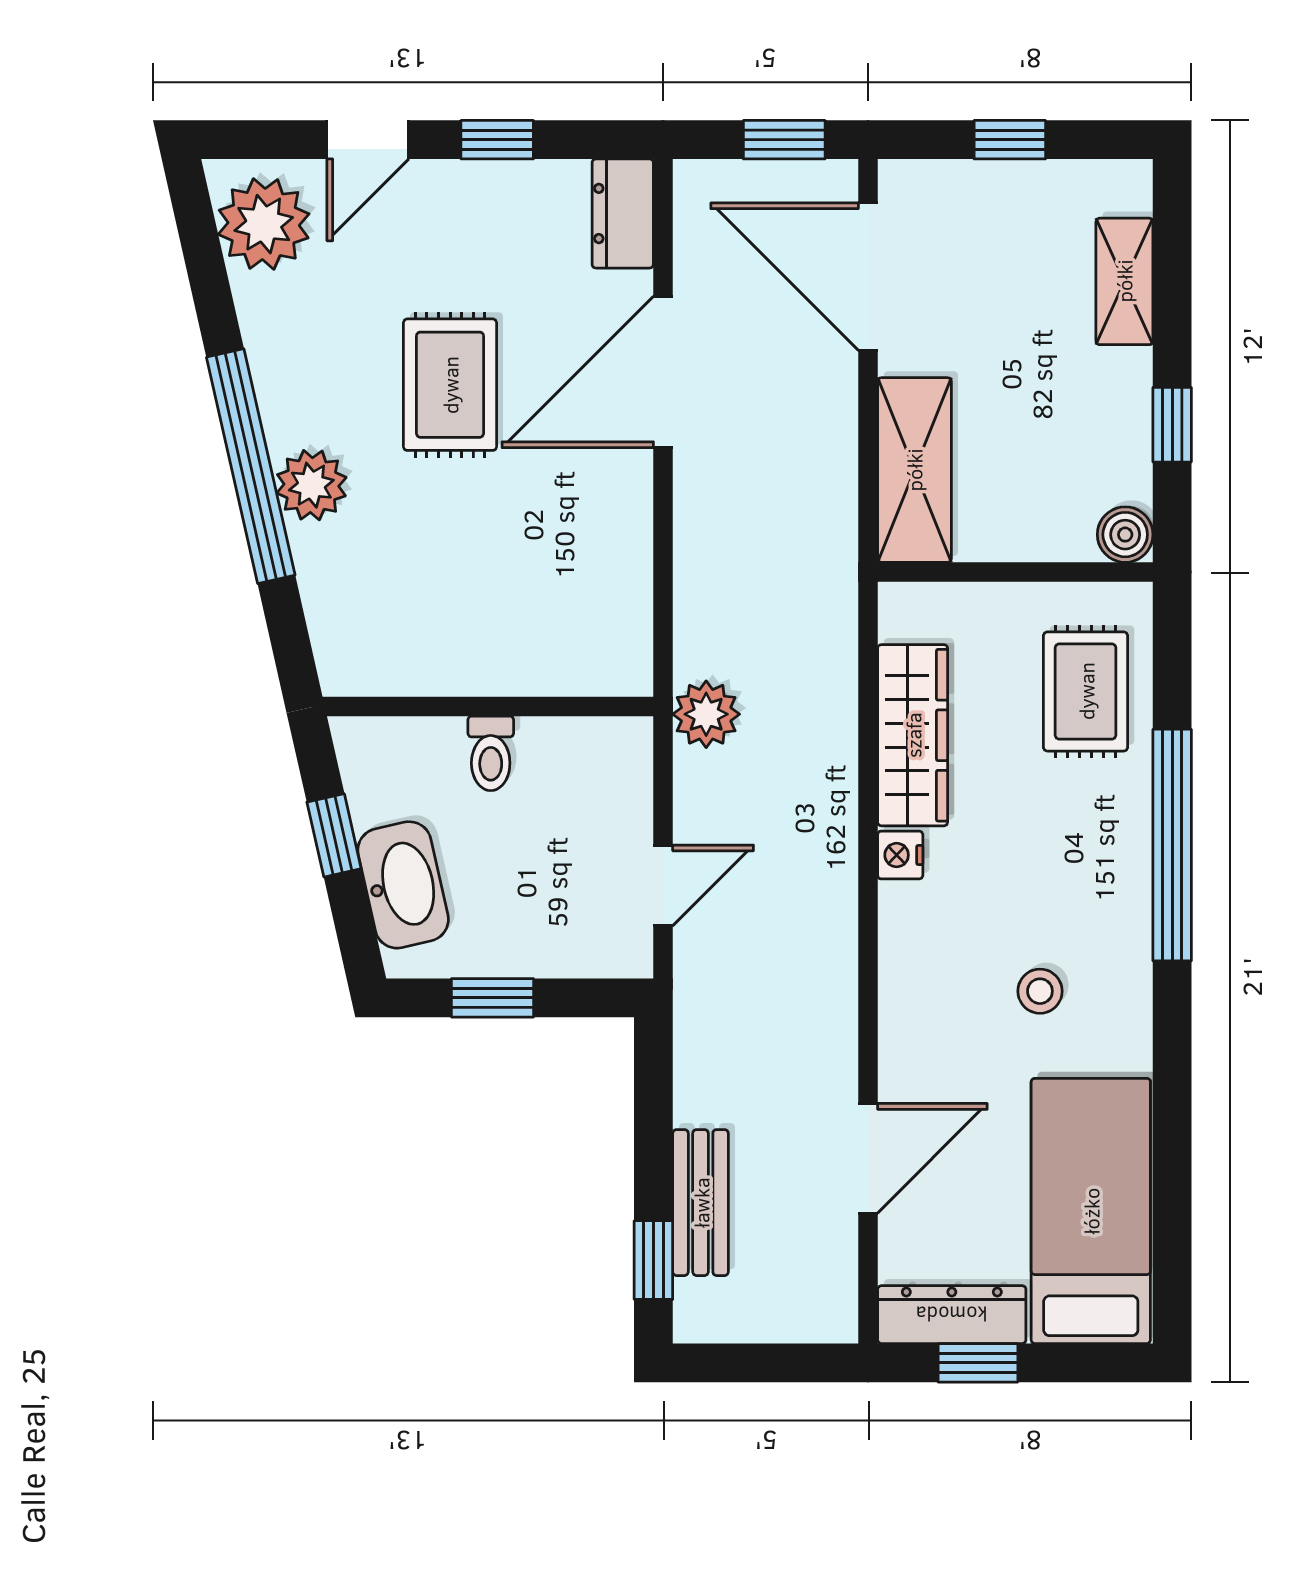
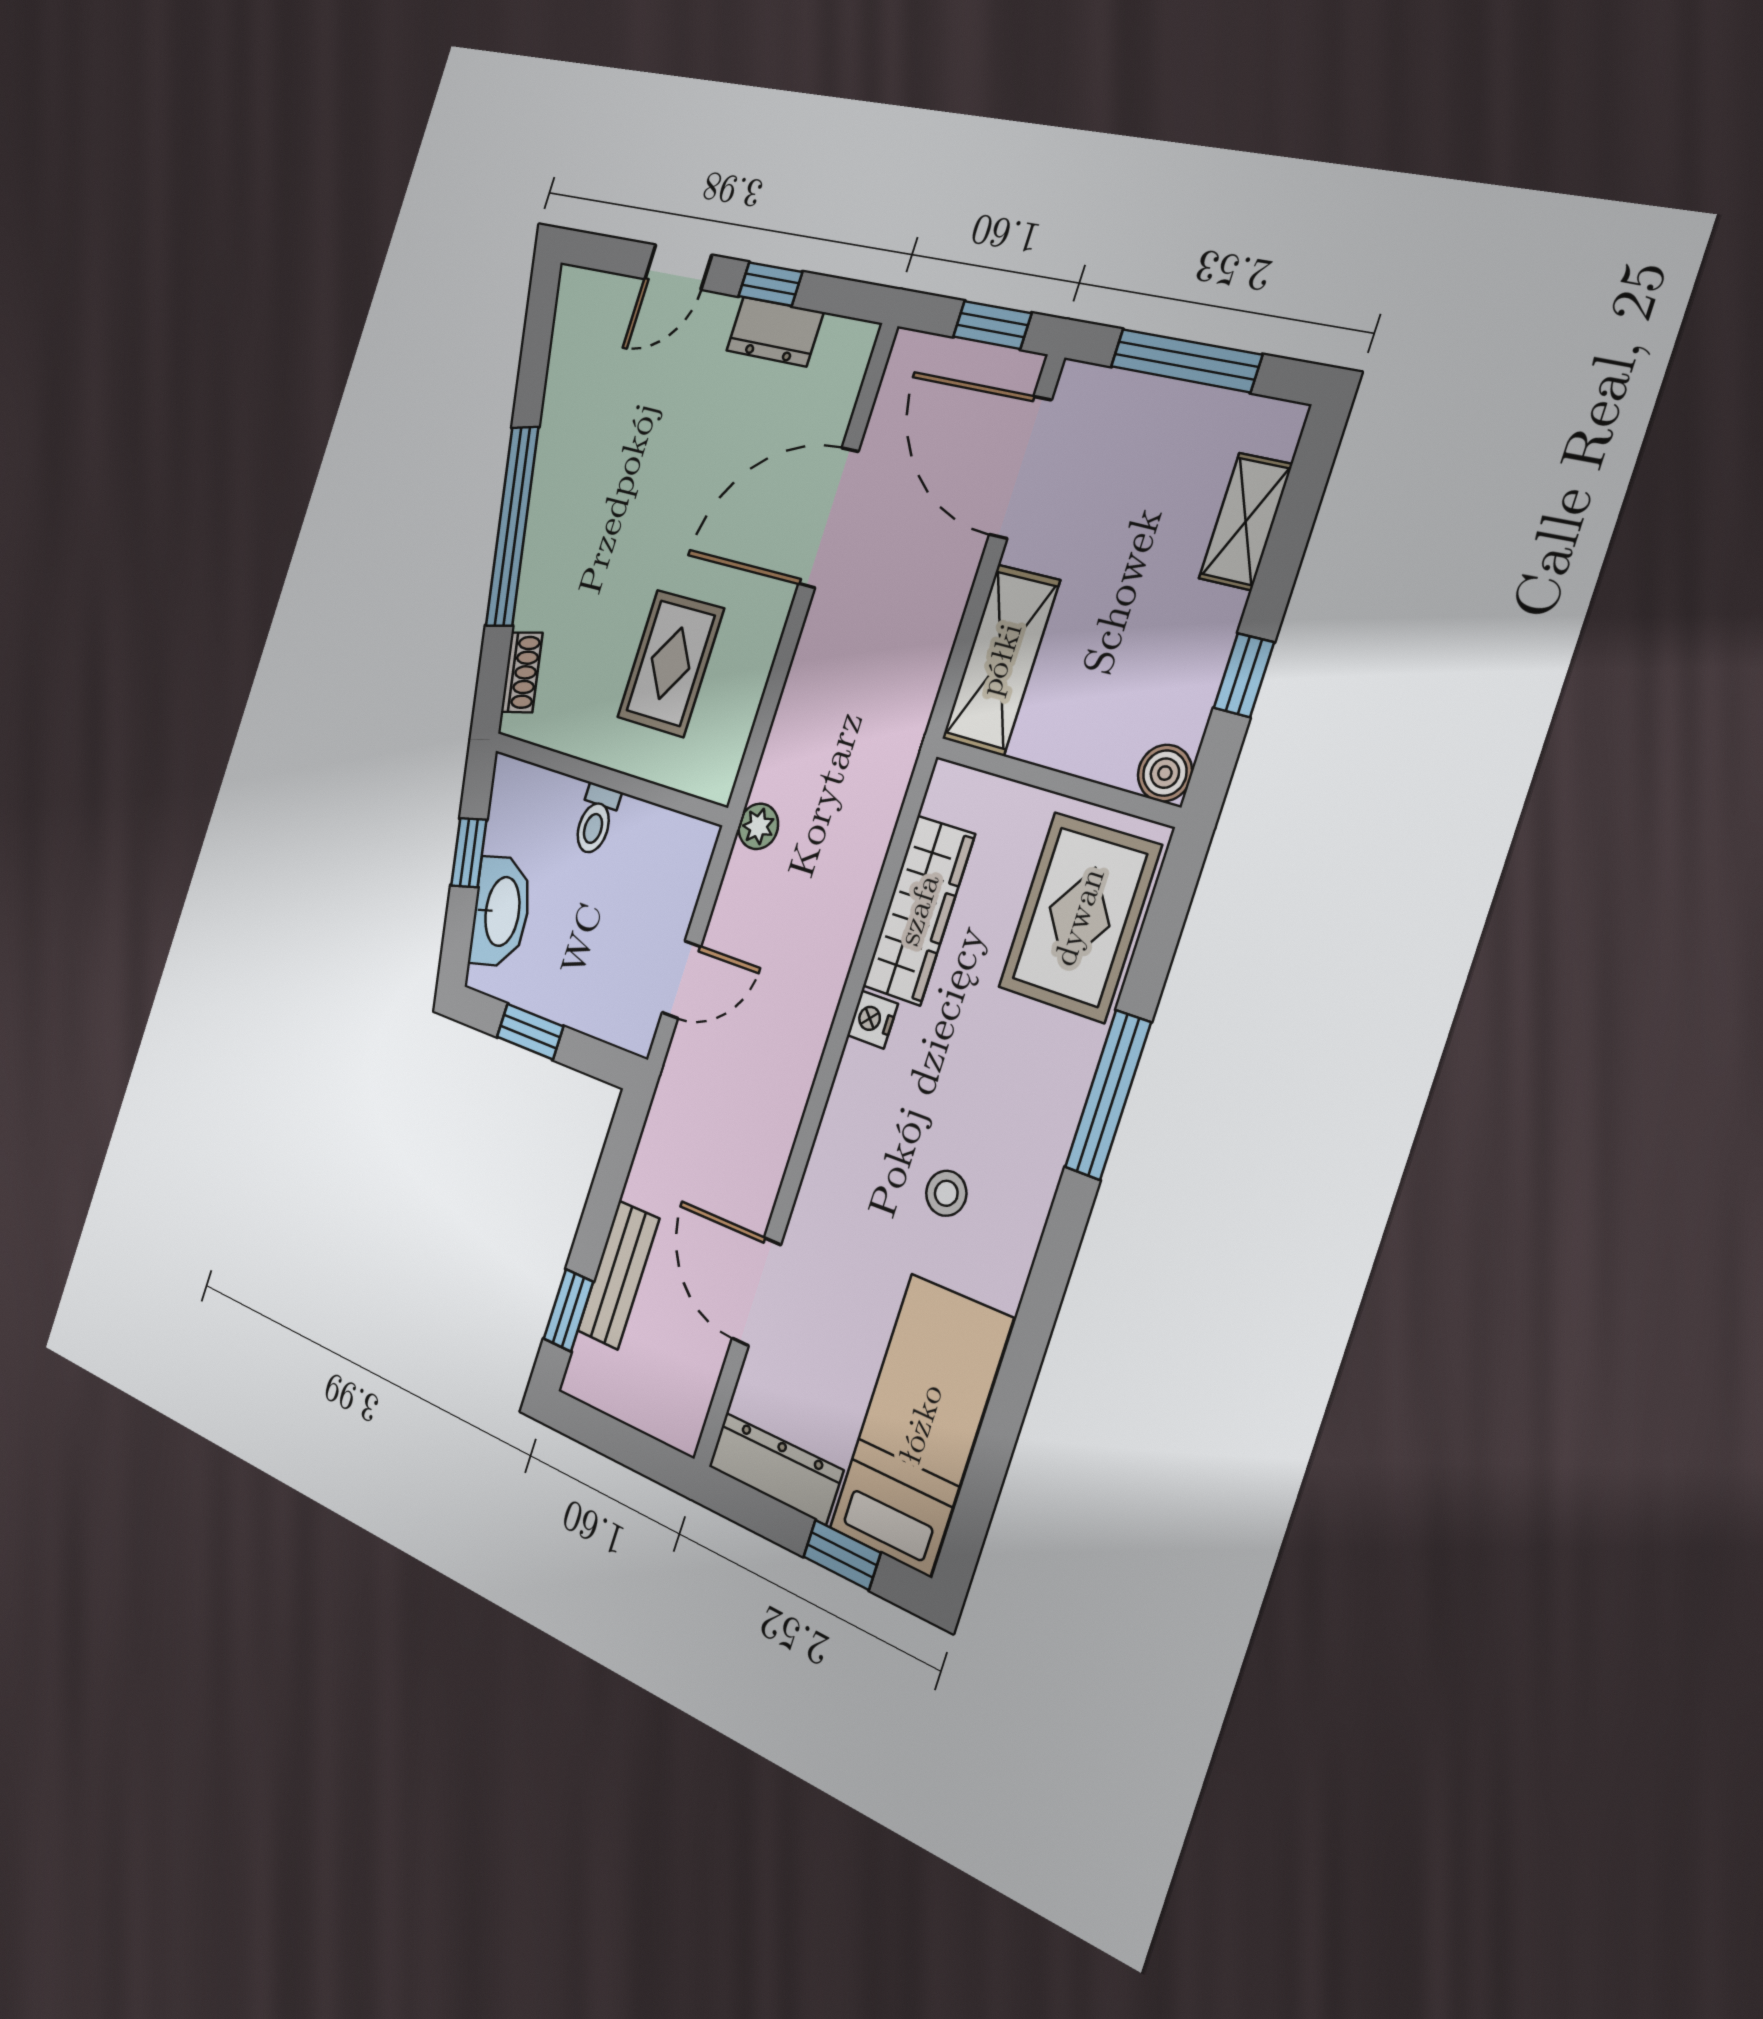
window: (1010, 140) -> (1186, 361), width x2.17
dresser: (623, 213) -> (775, 332), moved, turned -90
plant: (264, 224) -> (585, 325), removed
rug: (450, 385) -> (670, 663), moved
plant: (311, 485) -> (547, 553), removed
shoe rack: (329, 623) -> (522, 672), added
rug: (1086, 691) -> (1079, 917), width x1.36, depth x1.43
plant: (706, 714) -> (758, 826), width x0.73, depth x0.73
window: (1172, 845) -> (1108, 1095), width x0.68
door: (868, 1158) -> (756, 1292), swing flipped
window: (978, 1363) -> (842, 1555), moved

